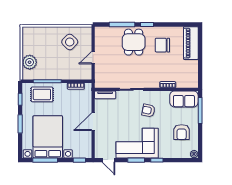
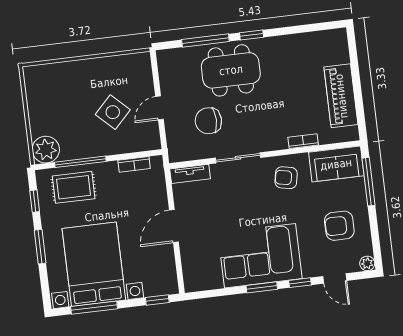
side table: (70, 42) -> (113, 112), moved
dining table: (134, 42) -> (231, 70), width x1.38
piano: (191, 43) -> (341, 96), moved
chair: (162, 45) -> (208, 121), moved
plant: (30, 62) -> (46, 150), moved
armchair: (148, 111) -> (286, 178), moved
armchair: (182, 132) -> (339, 226), turned 90
door: (108, 160) -> (335, 278), moved

